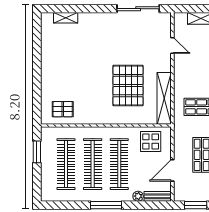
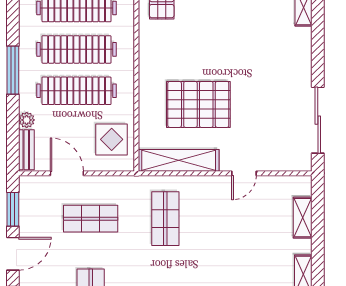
door: (172, 45) -> (244, 173), moved

